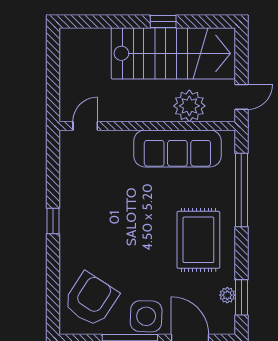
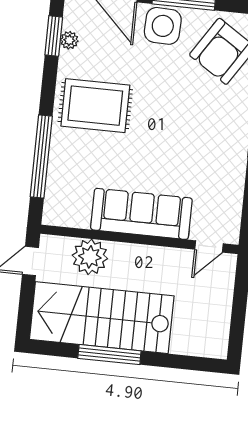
window: (163, 21) -> (109, 355), width x2.17
sofa: (177, 148) -> (141, 214), moved
rug: (198, 240) -> (95, 106), turned 90

